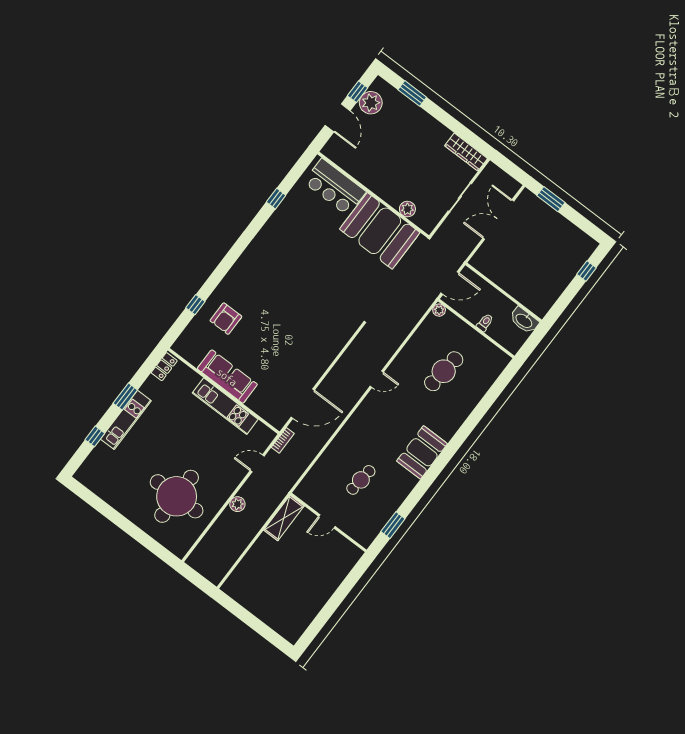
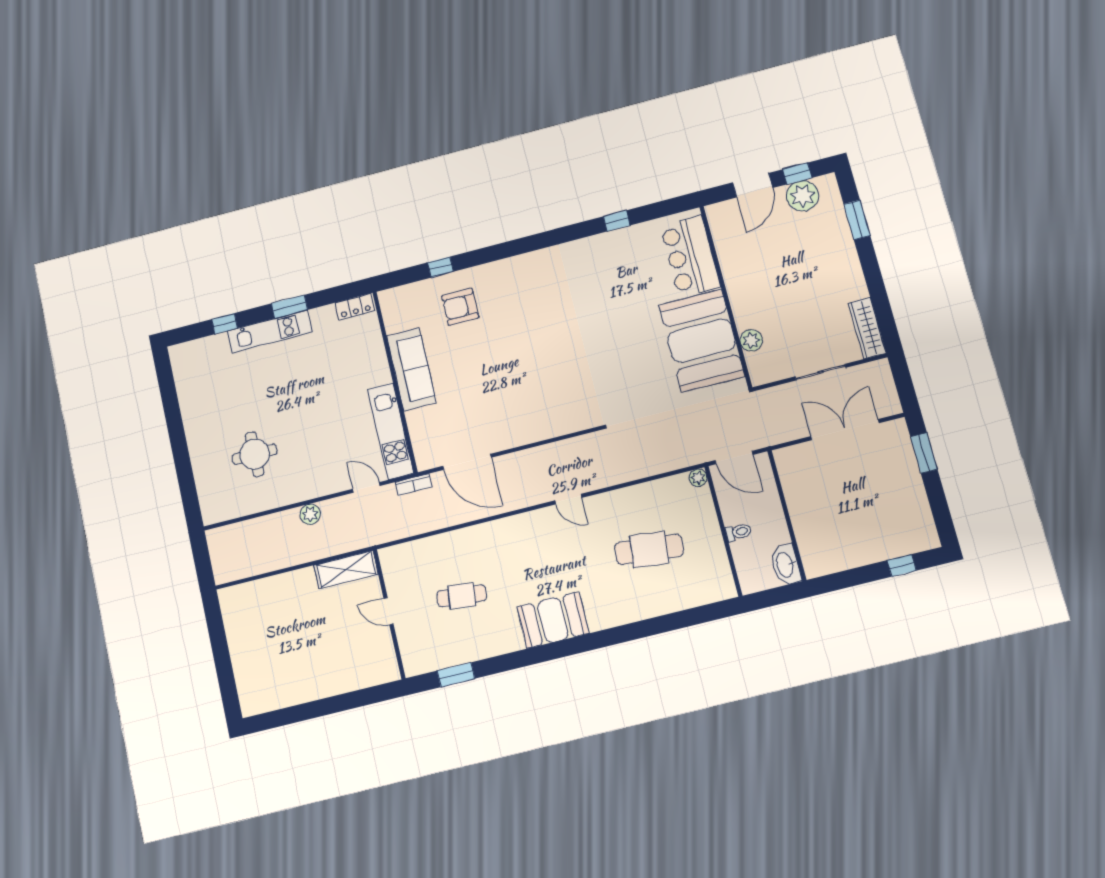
kitchen unit: (225, 406) -> (391, 431), moved
round table: (177, 496) -> (255, 454), width x0.54, depth x0.54

